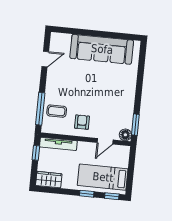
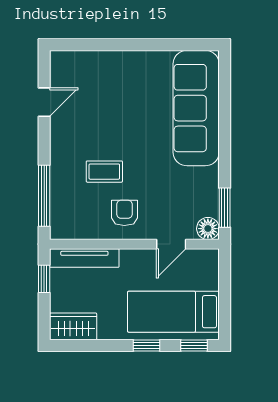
sofa: (102, 49) -> (196, 108), moved, turned 90
coffee table: (57, 111) -> (104, 172), moved

